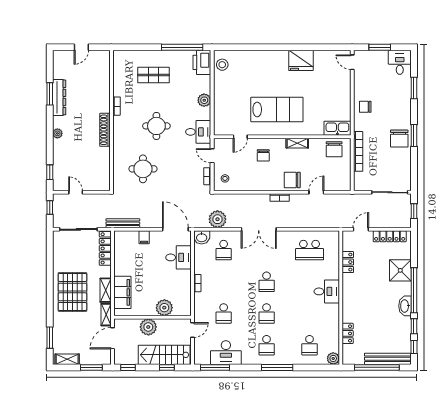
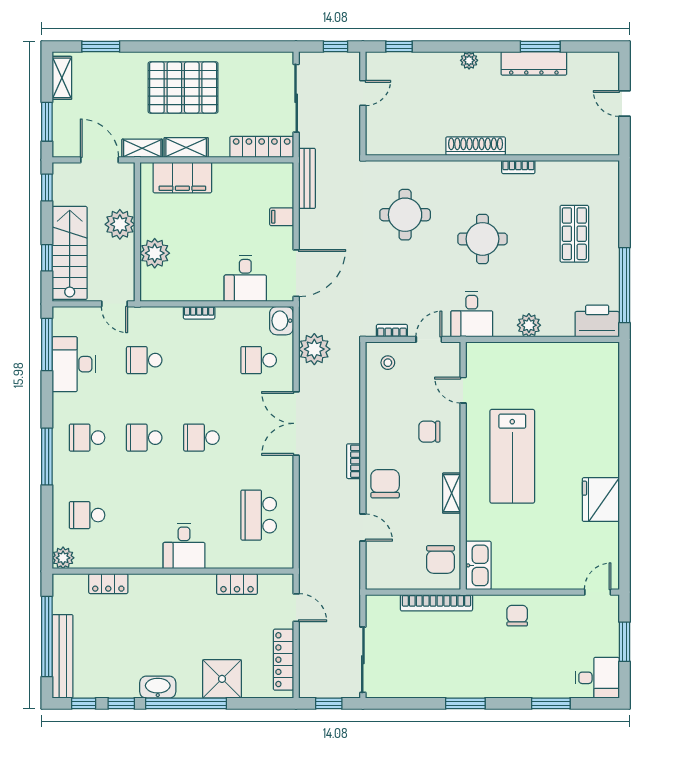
stool: (222, 65) -> (593, 358), removed
chair: (399, 139) -> (460, 677), removed
chair: (334, 149) -> (441, 559), turned -90

